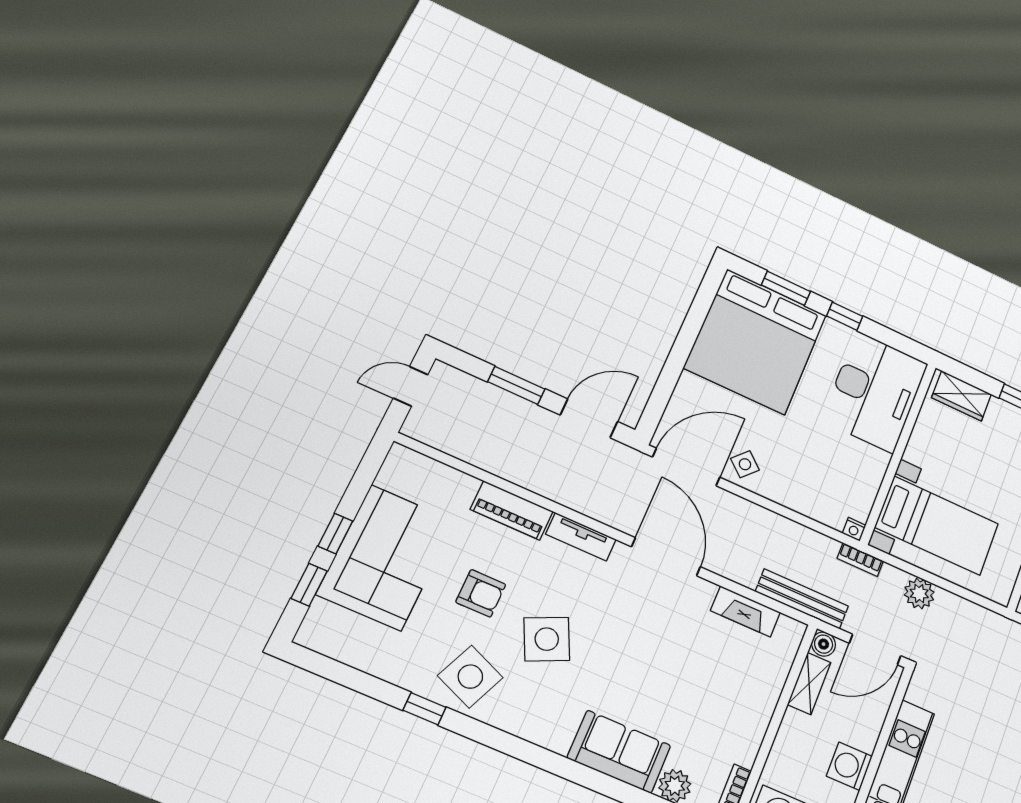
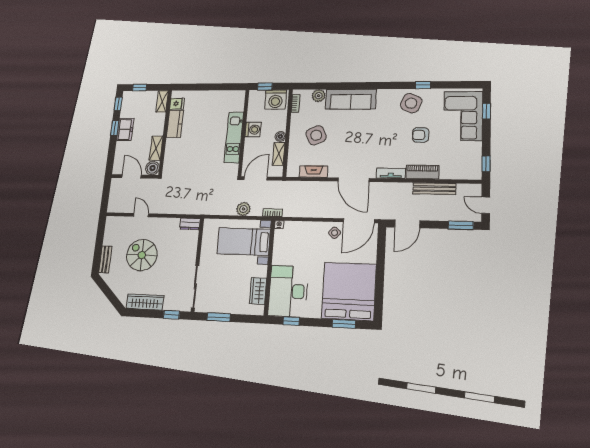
window: (845, 316) -> (291, 321), moved
window: (516, 385) -> (461, 225), moved
door: (411, 386) -> (486, 205), swing flipped
wardrobe: (962, 396) -> (258, 291), moved, turned -90
window: (335, 534) -> (486, 164), moved
corner sofa: (386, 557) -> (463, 116), moved
bench: (802, 599) -> (434, 189), moved
side table: (547, 639) -> (316, 135), moved
boiler: (824, 644) -> (280, 137), moved
sofa: (619, 752) -> (351, 99), width x1.36

